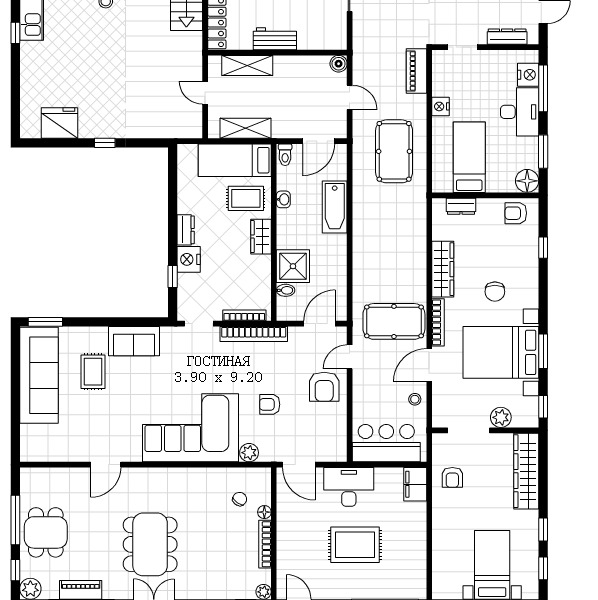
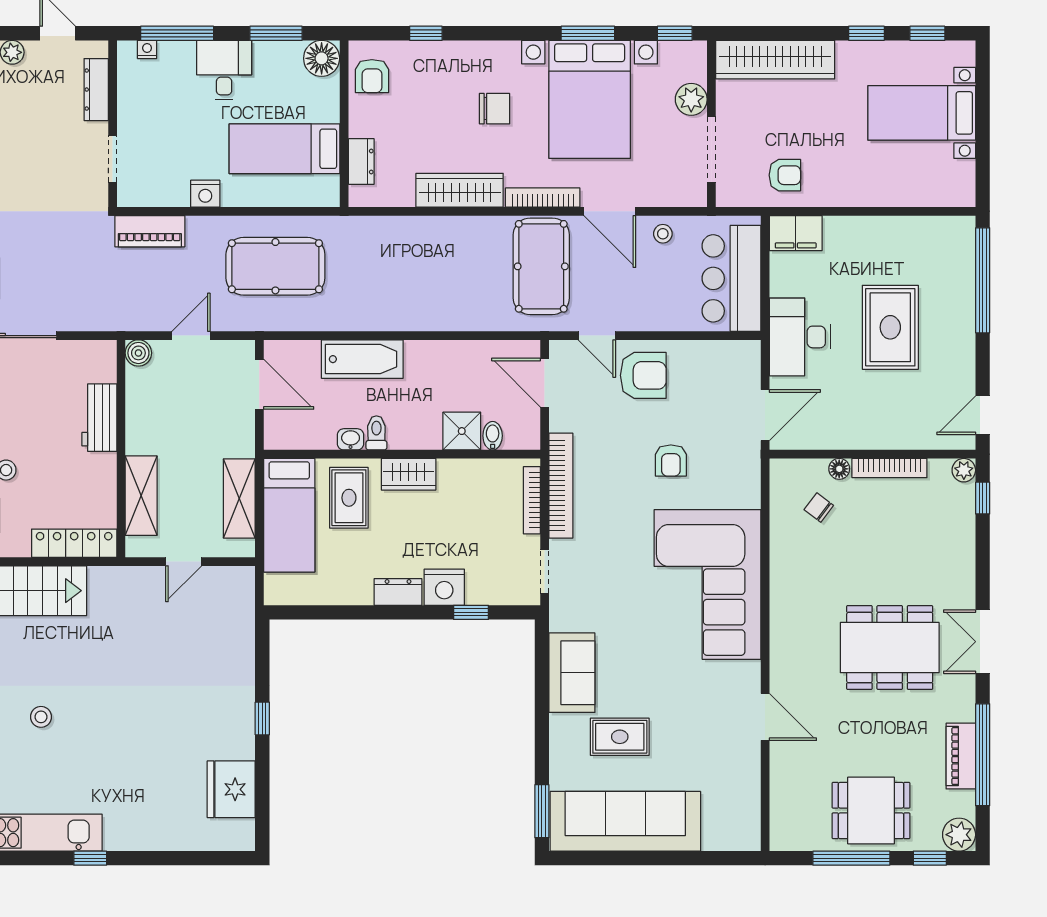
workbench: (275, 39) -> (99, 418), moved
nightstand: (528, 75) -> (147, 49), width x0.53, depth x0.56
desk: (520, 112) -> (224, 70), width x0.73
toilet: (285, 155) -> (376, 433), moved, turned -90
shower: (293, 266) -> (462, 431), width x0.73, depth x0.73
plant: (249, 453) -> (746, 493), removed

